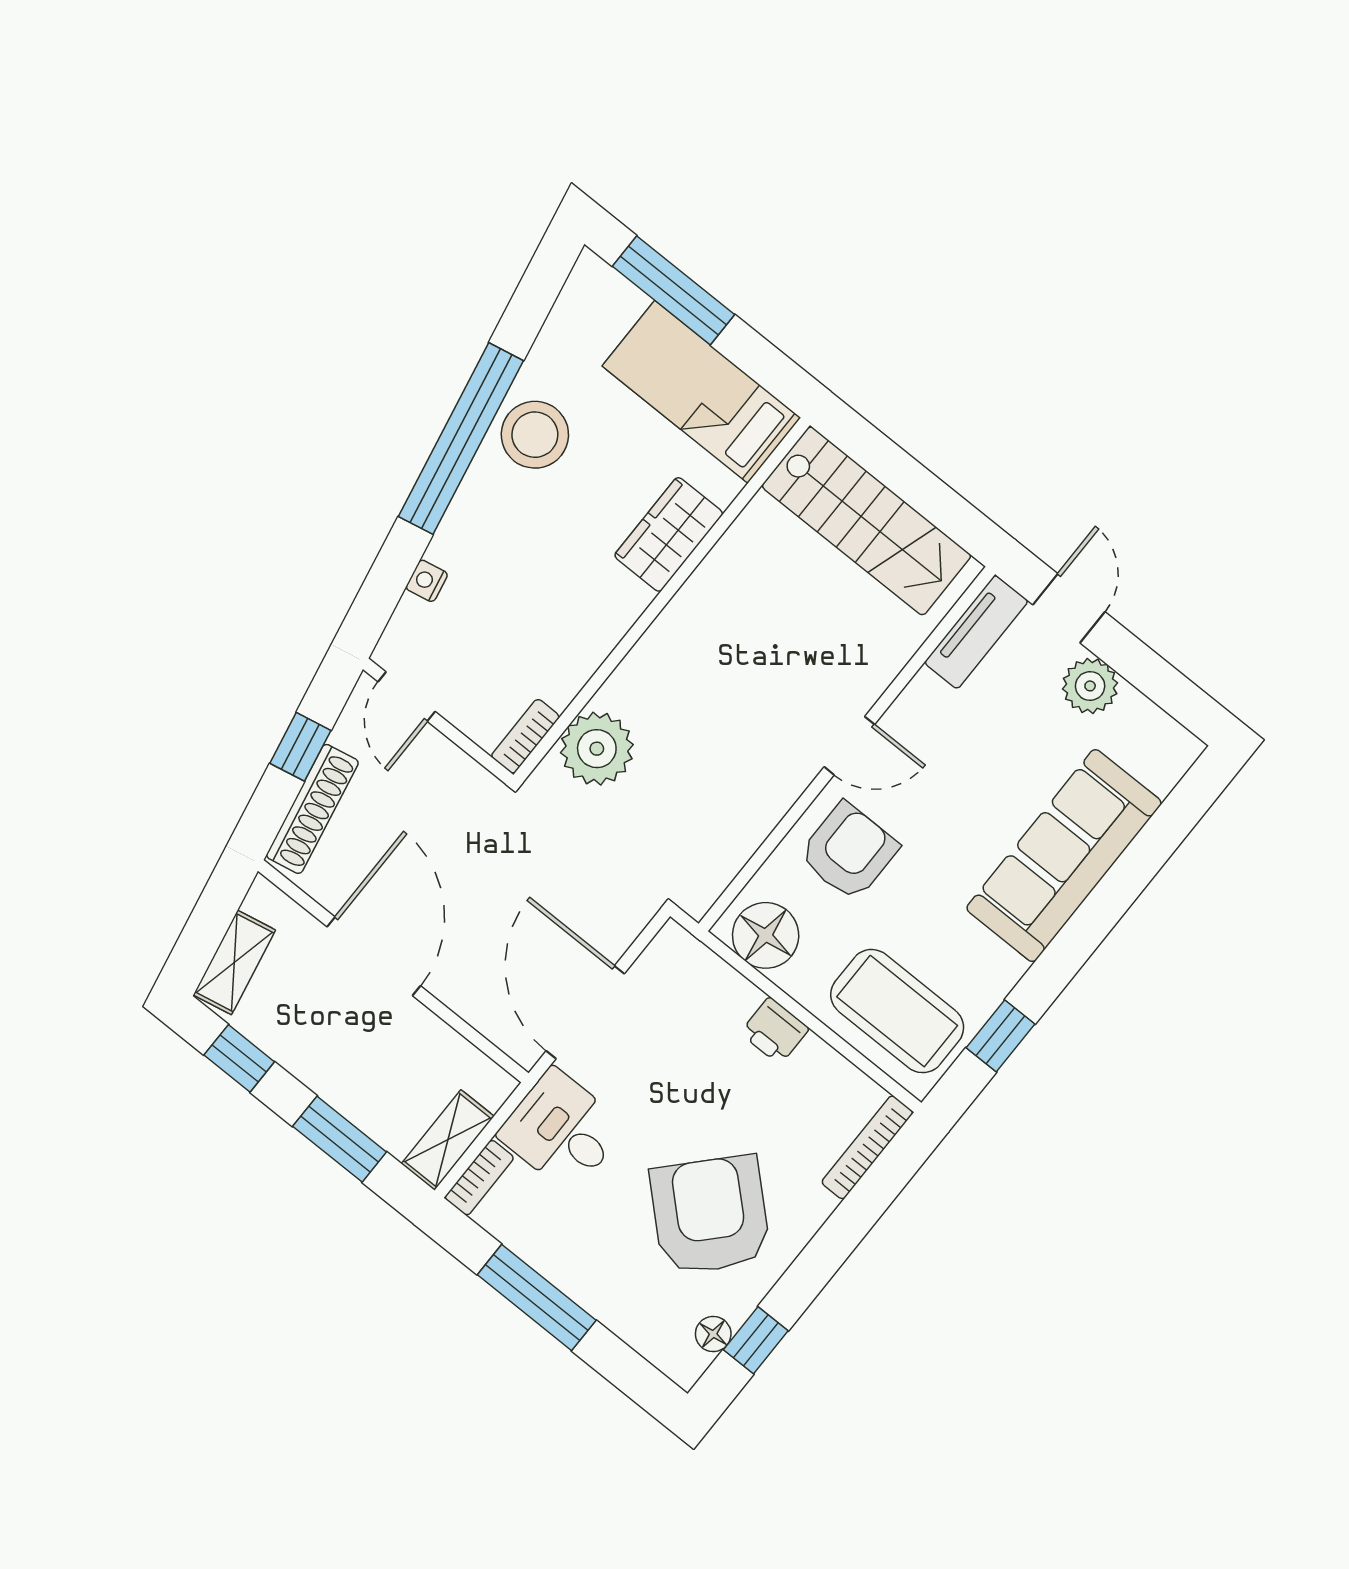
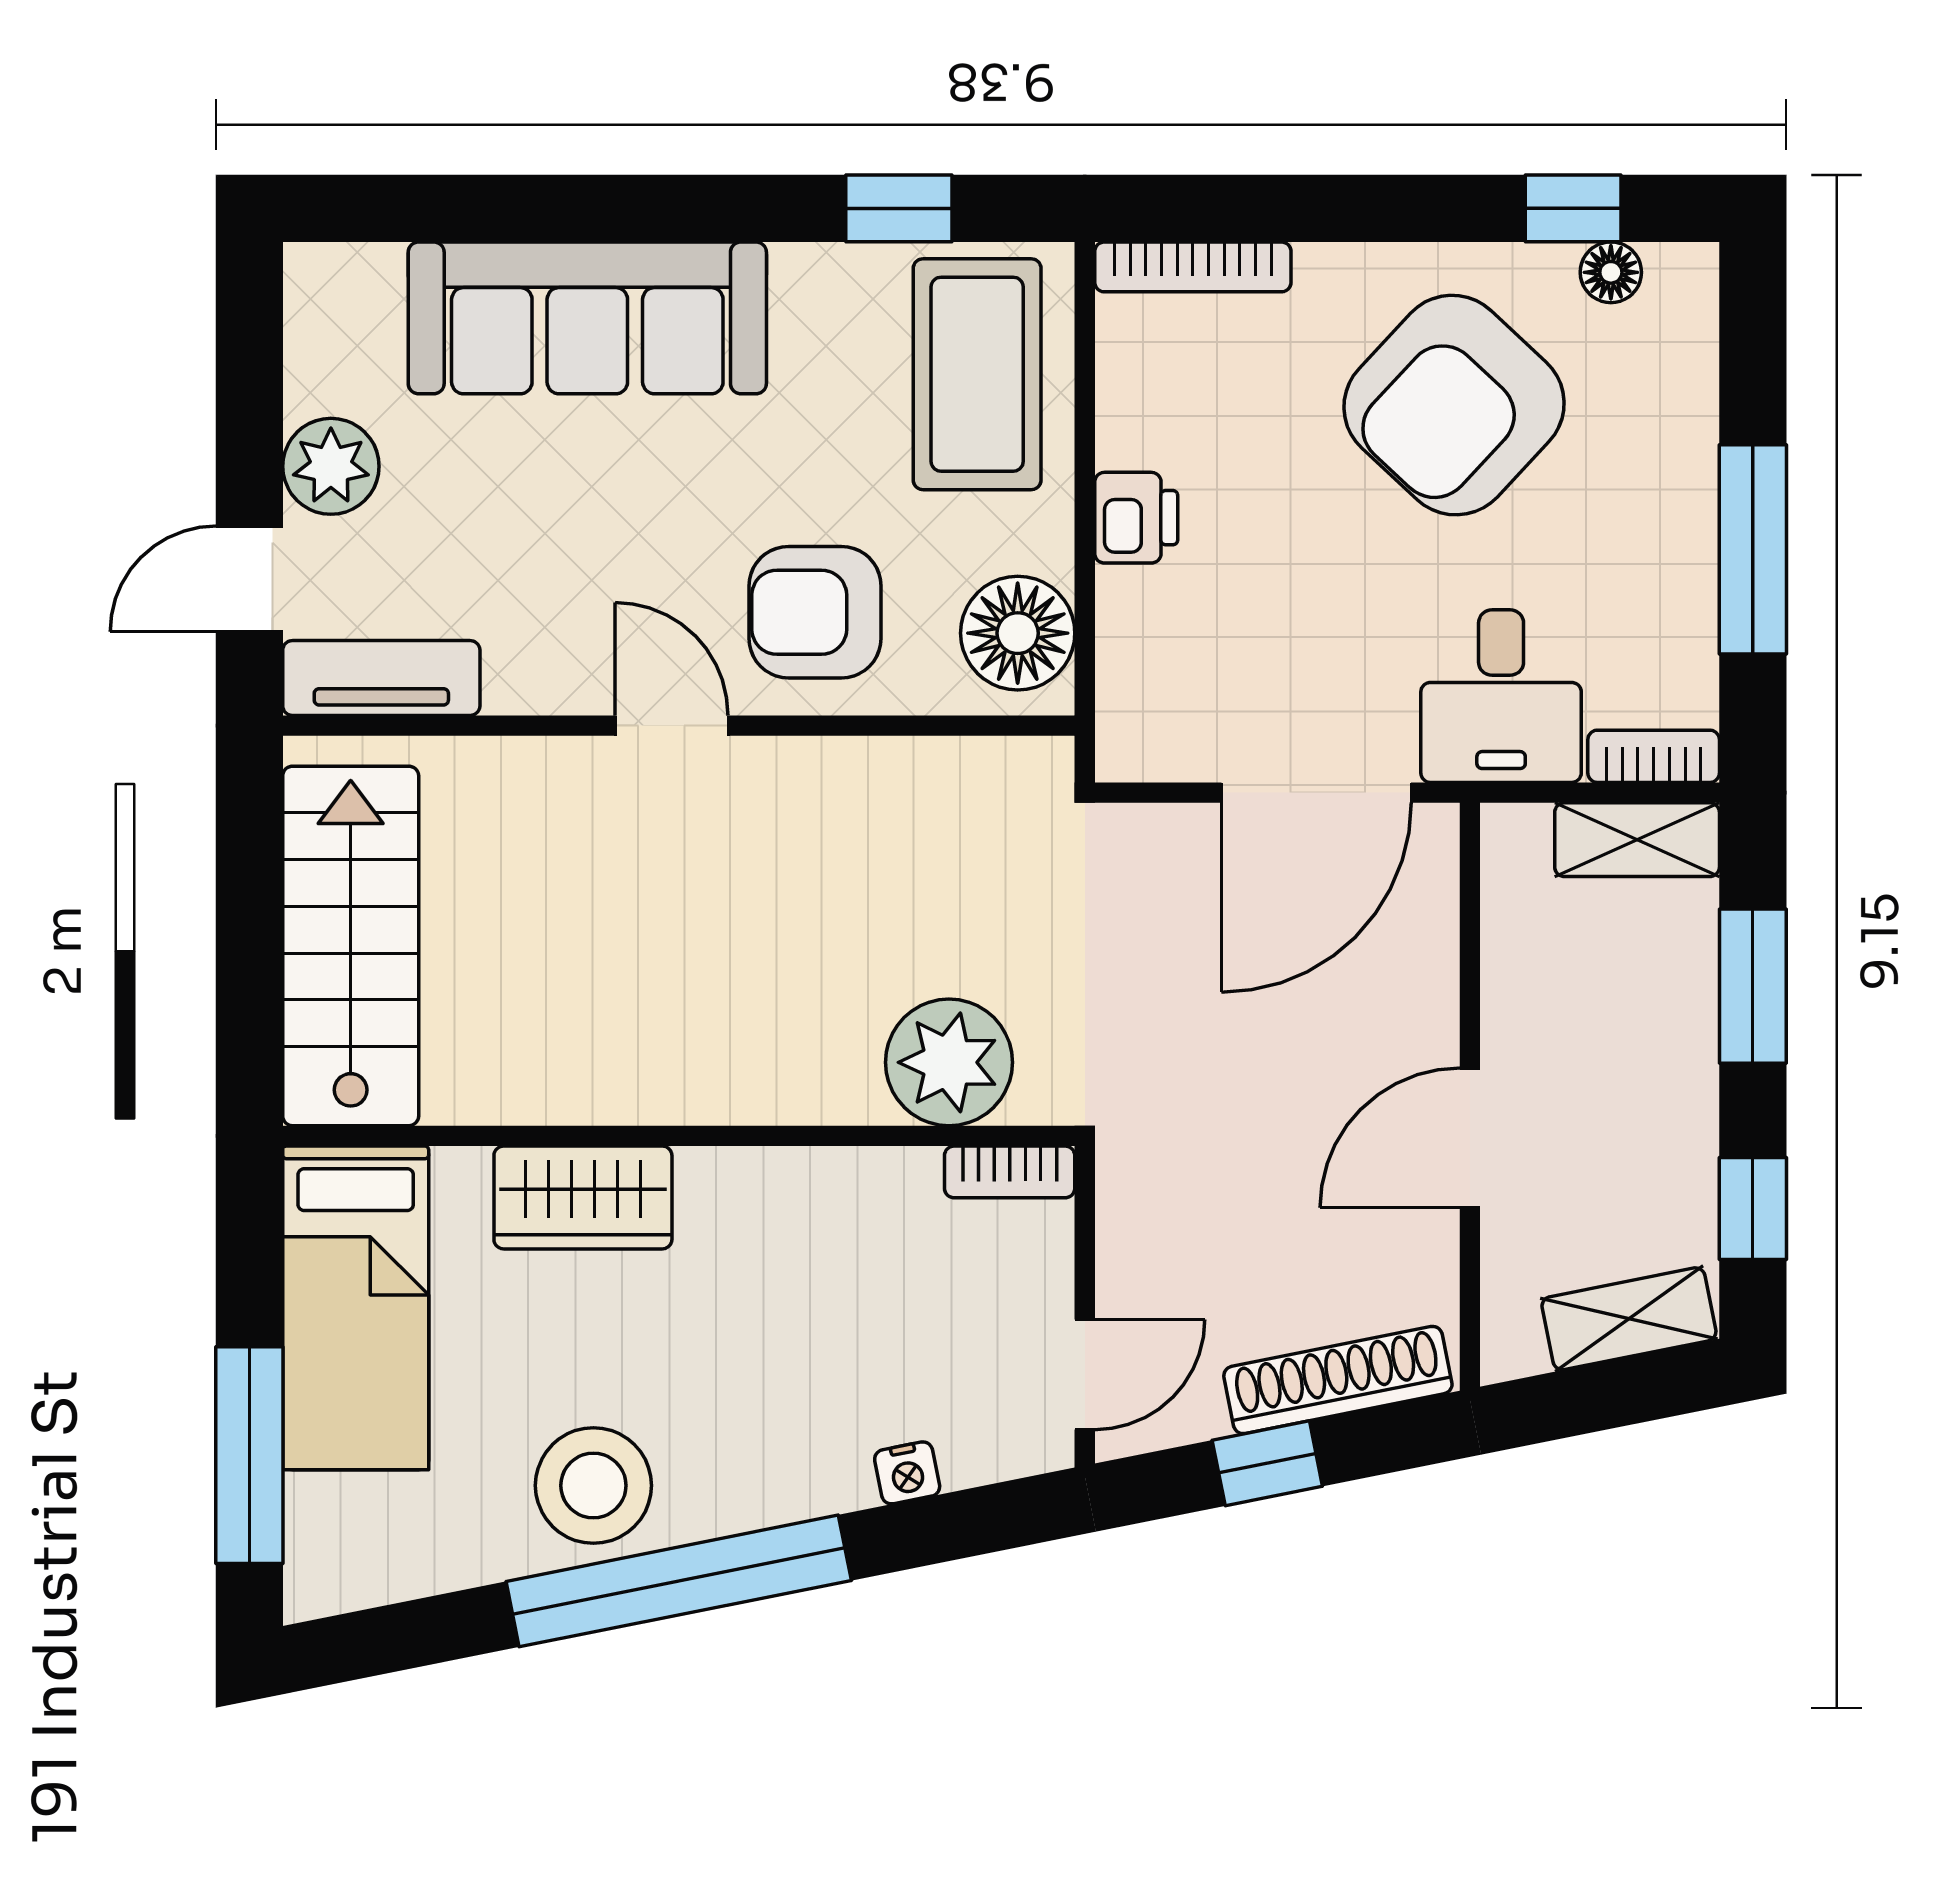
door: (374, 956) -> (1470, 1138), width x0.73

